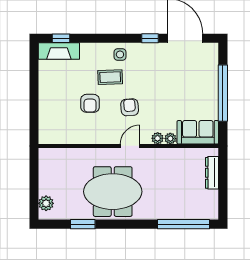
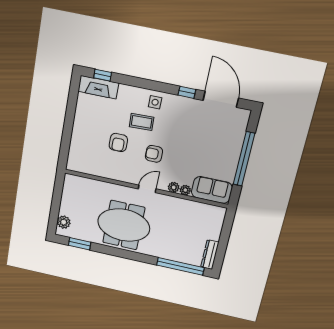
armchair: (130, 107) -> (154, 154), turned -86
dresser: (212, 173) -> (210, 255), moved
window: (83, 224) -> (80, 244), moved

